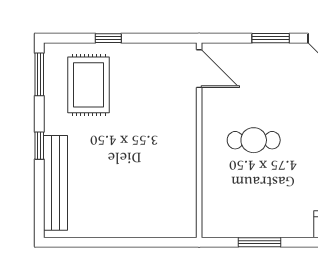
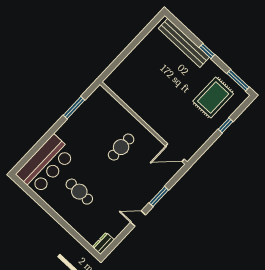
rug: (89, 85) -> (213, 98), turned 90

